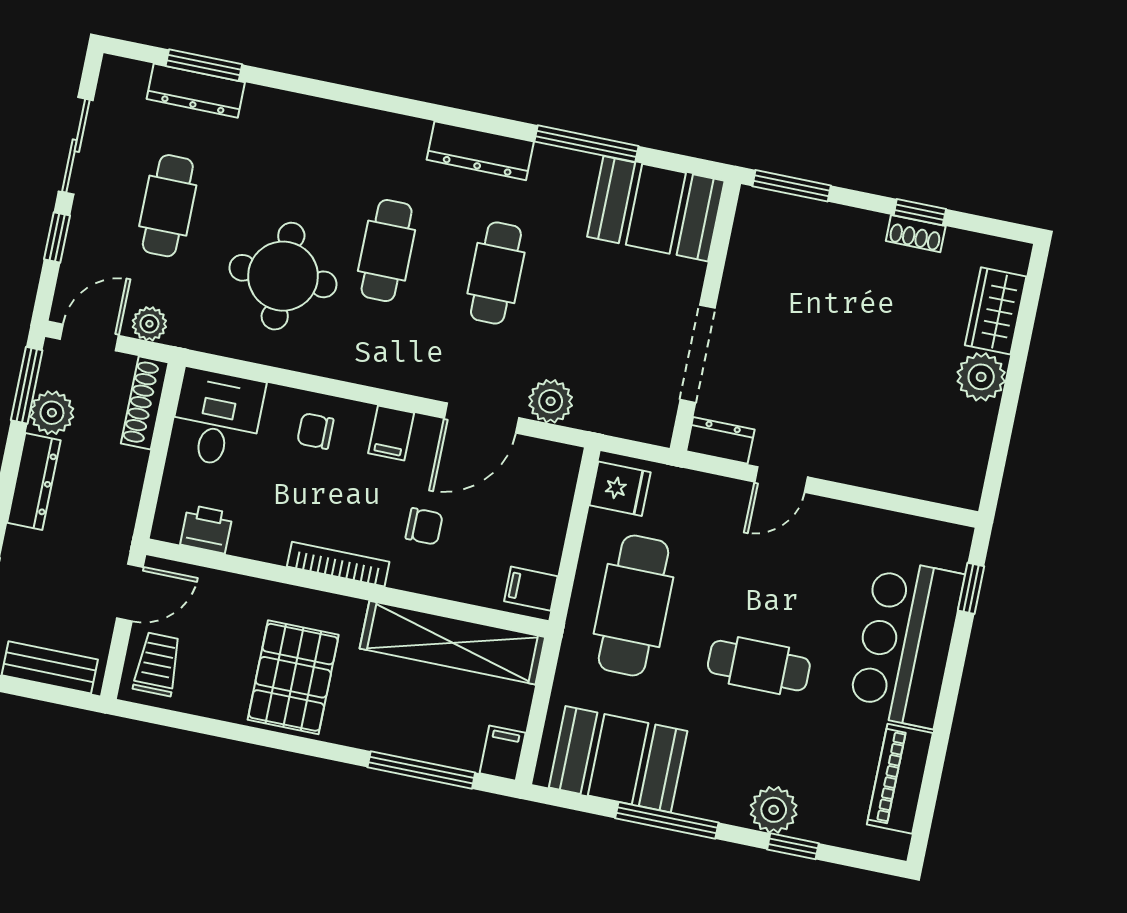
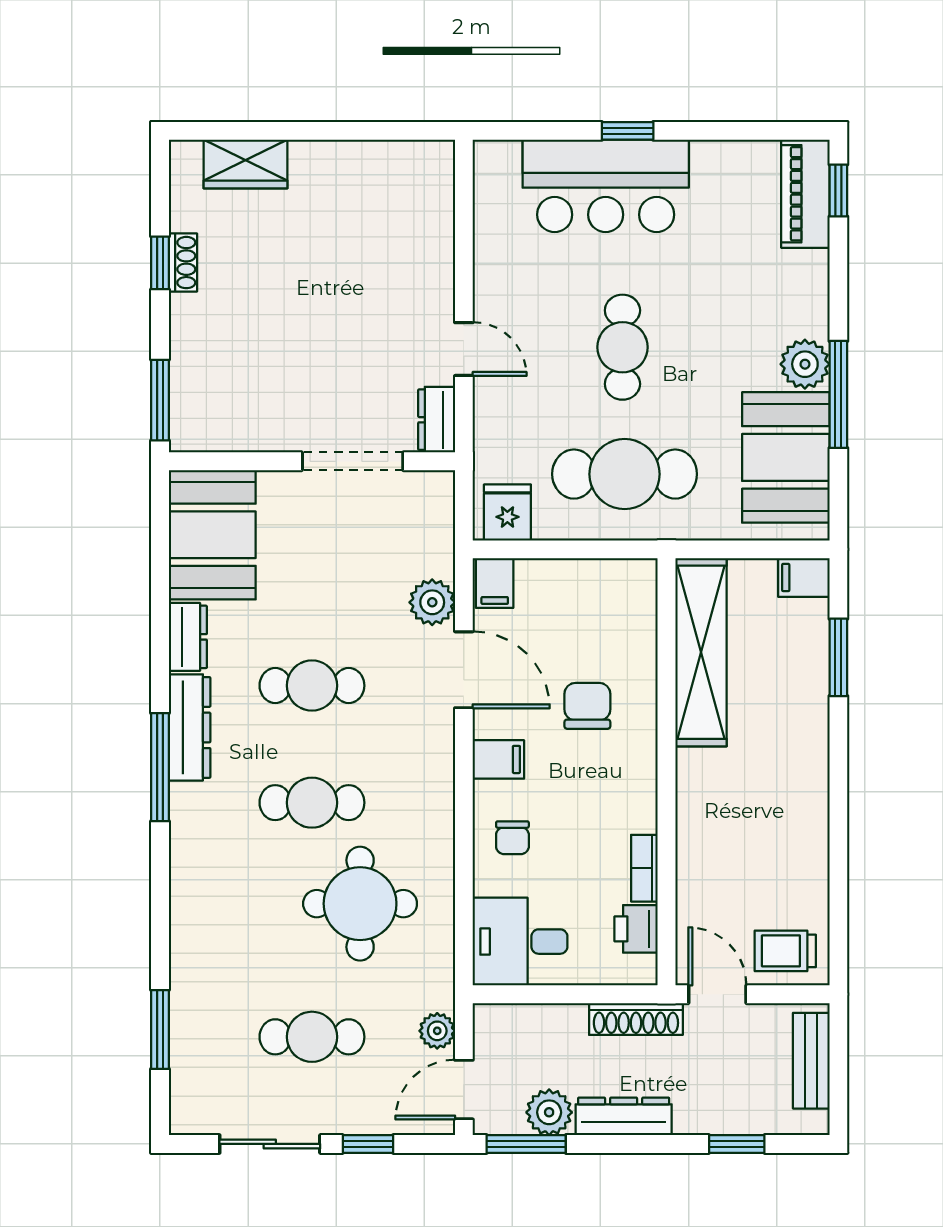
dresser: (196, 91) -> (188, 637), moved, width x0.70
window: (586, 144) -> (160, 767), moved
door: (89, 337) -> (464, 1090), hinge flipped
plant: (981, 377) -> (316, 165), removed
shoe rack: (145, 403) -> (636, 1019), moved
chair: (424, 526) -> (587, 706), width x1.37, depth x1.37
bookcase: (338, 564) -> (644, 868), moved, width x0.64
window: (971, 588) -> (628, 131), moved
filing cabinet: (531, 589) -> (495, 583), moved
cafe table: (759, 666) -> (622, 347), moved
pallet: (293, 677) -> (770, 809), removed
window: (421, 770) -> (838, 657), width x0.69
piano: (900, 779) -> (805, 194), moved, turned 90
plant: (774, 810) -> (805, 364), moved
window: (793, 846) -> (838, 190), moved

